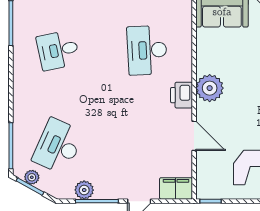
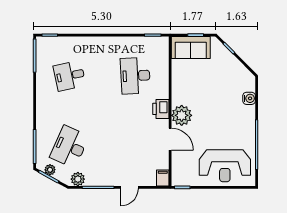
plant: (210, 88) -> (182, 115), moved
filing cabinet: (176, 188) -> (163, 178), width x0.50
plant: (84, 190) -> (78, 179), moved

